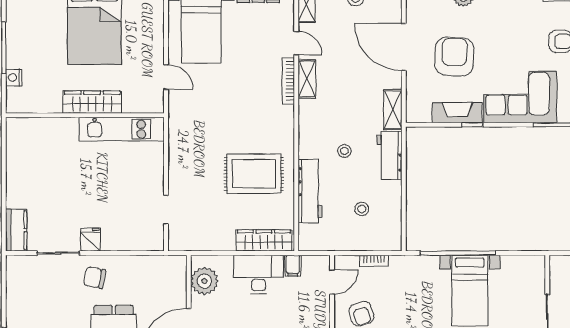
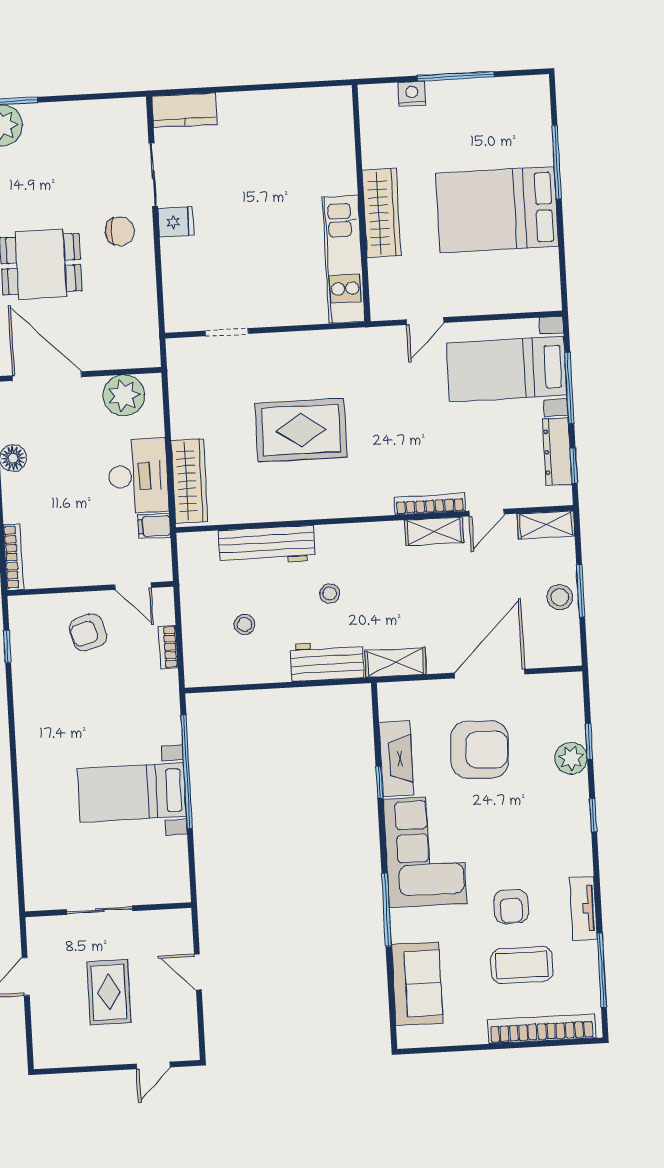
rug: (254, 174) -> (301, 430), moved, turned 90
chair: (95, 278) -> (120, 231), turned 80

